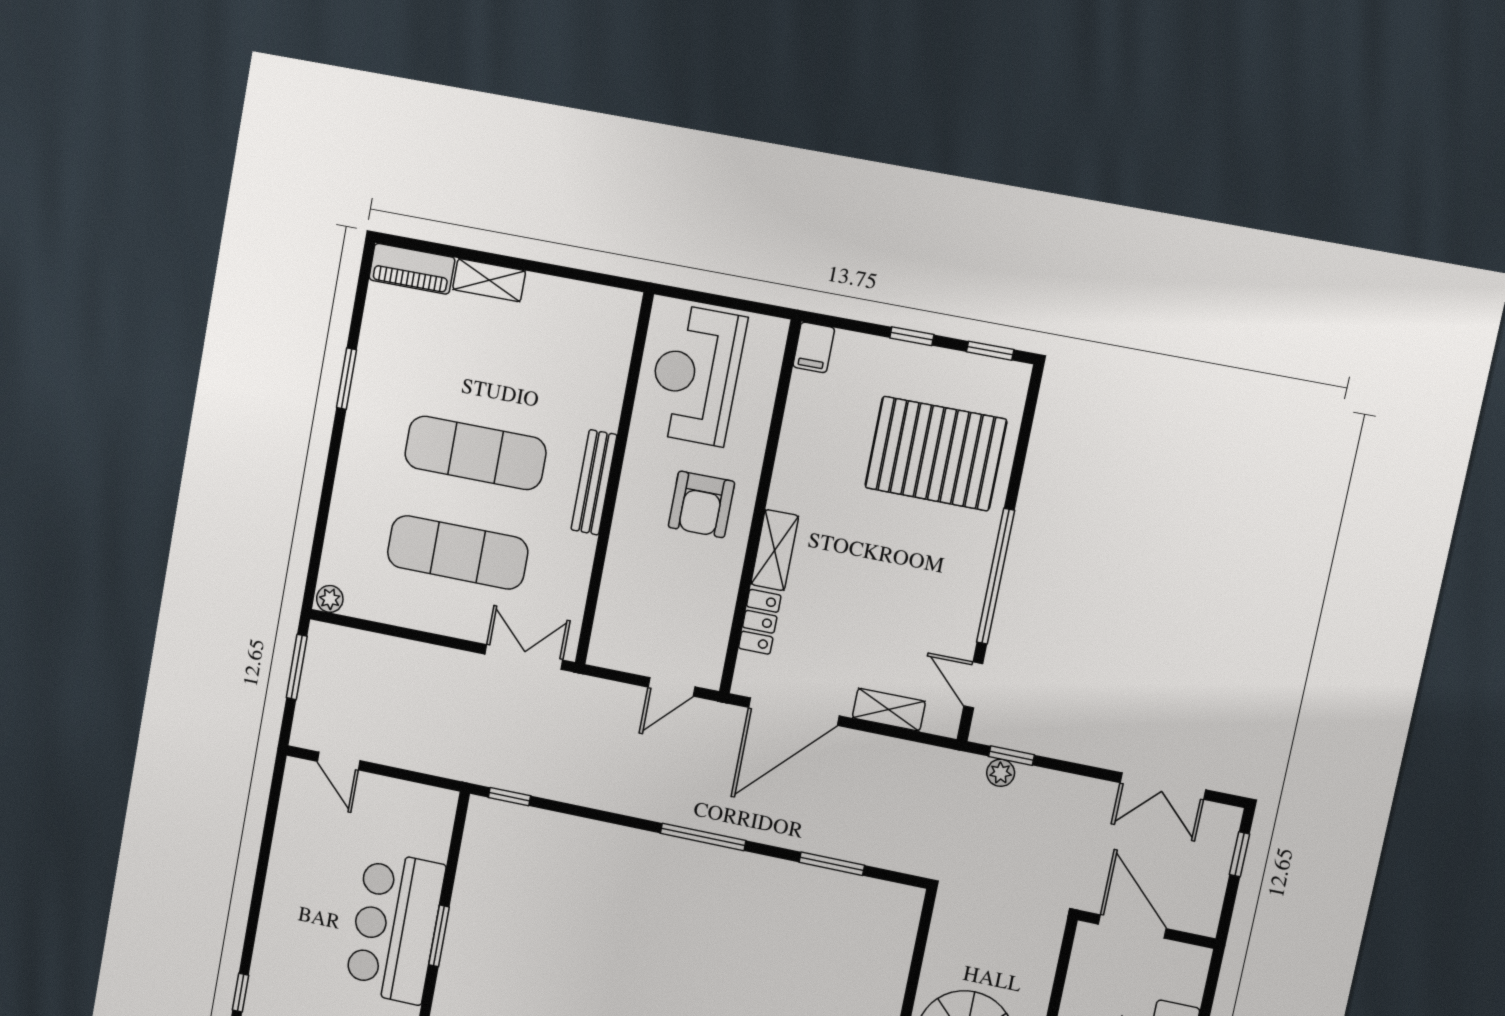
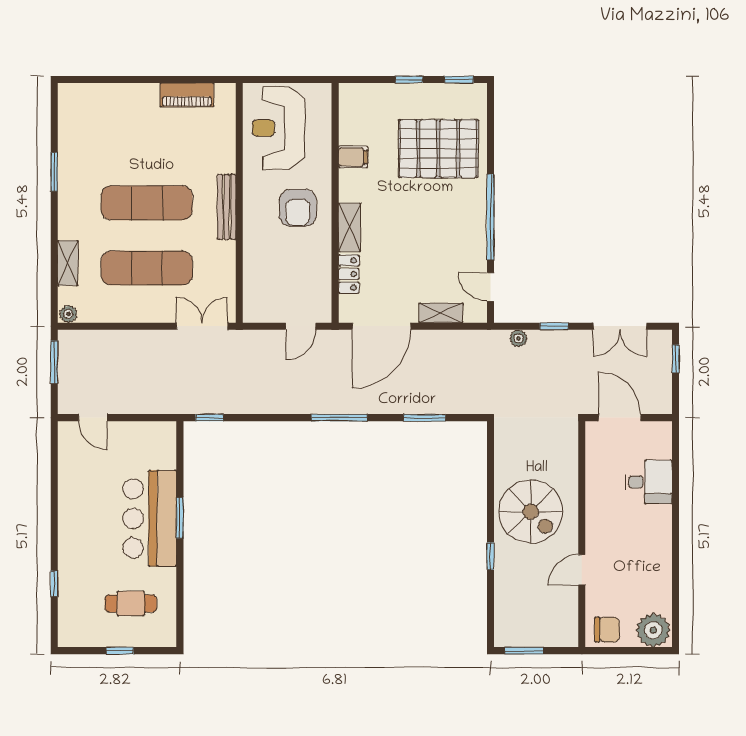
piano: (412, 269) -> (187, 95), moved
shelving: (489, 280) -> (68, 263), moved, turned 90
filing cabinet: (814, 347) -> (353, 157), moved, turned -90
window: (1011, 756) -> (554, 326), moved

